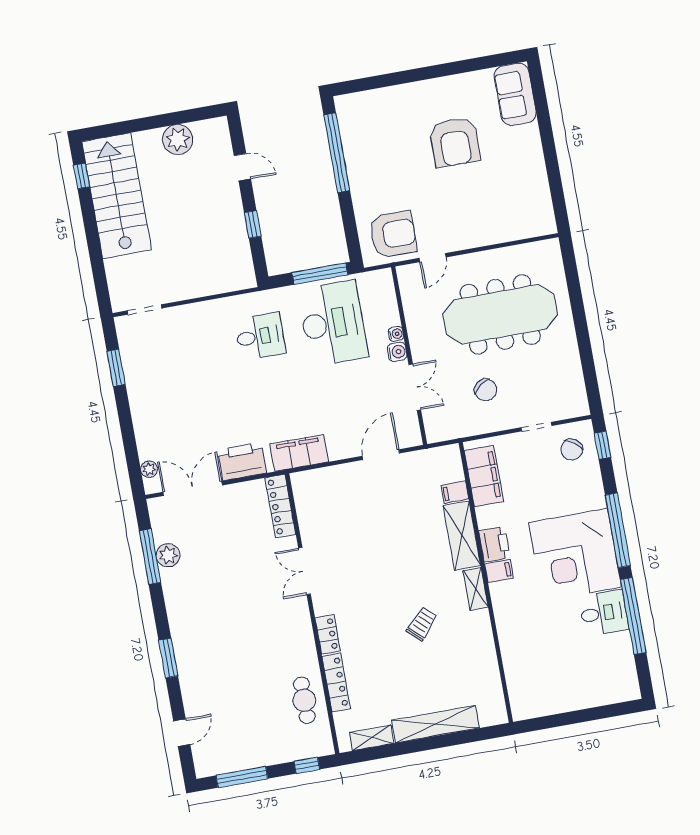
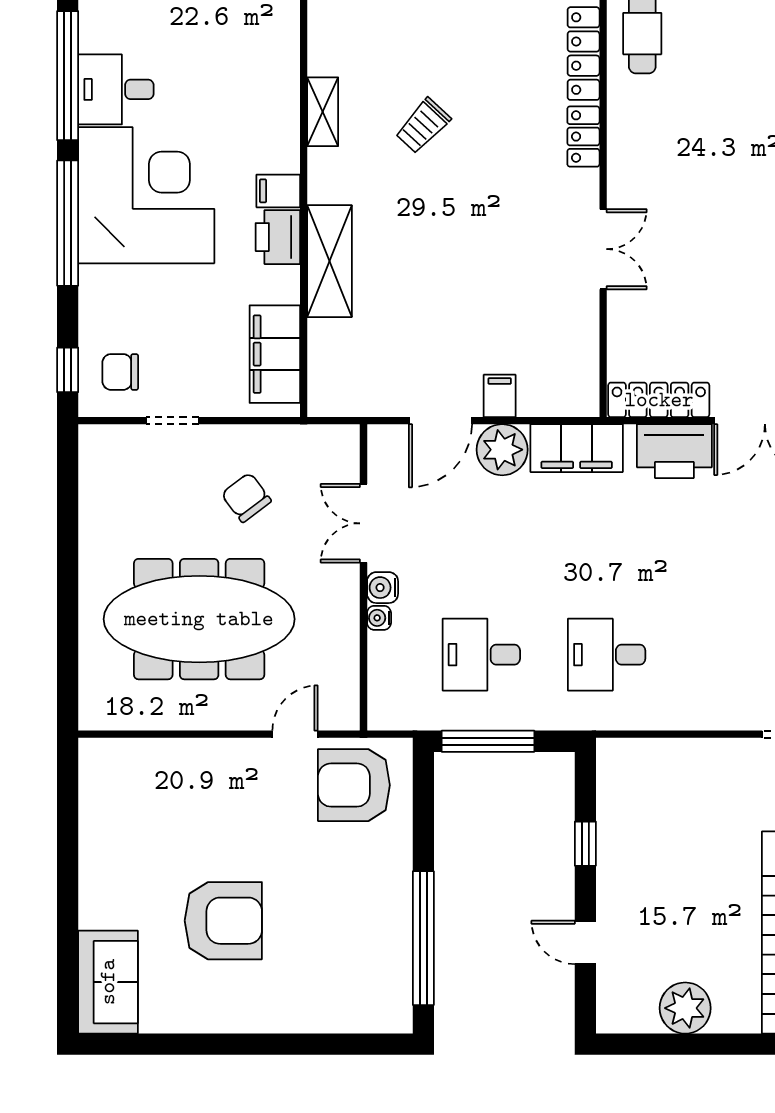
armchair: (455, 142) -> (223, 921), turned 90
desk: (333, 323) -> (481, 655), width x0.53, depth x0.77
plant: (342, 444) -> (502, 450), added
chair: (572, 450) -> (120, 372), turned -126
filing cabinet: (455, 492) -> (500, 396), moved, turned -90
locker: (280, 506) -> (659, 400), moved, turned -90
shelving: (476, 589) -> (323, 112), moved

